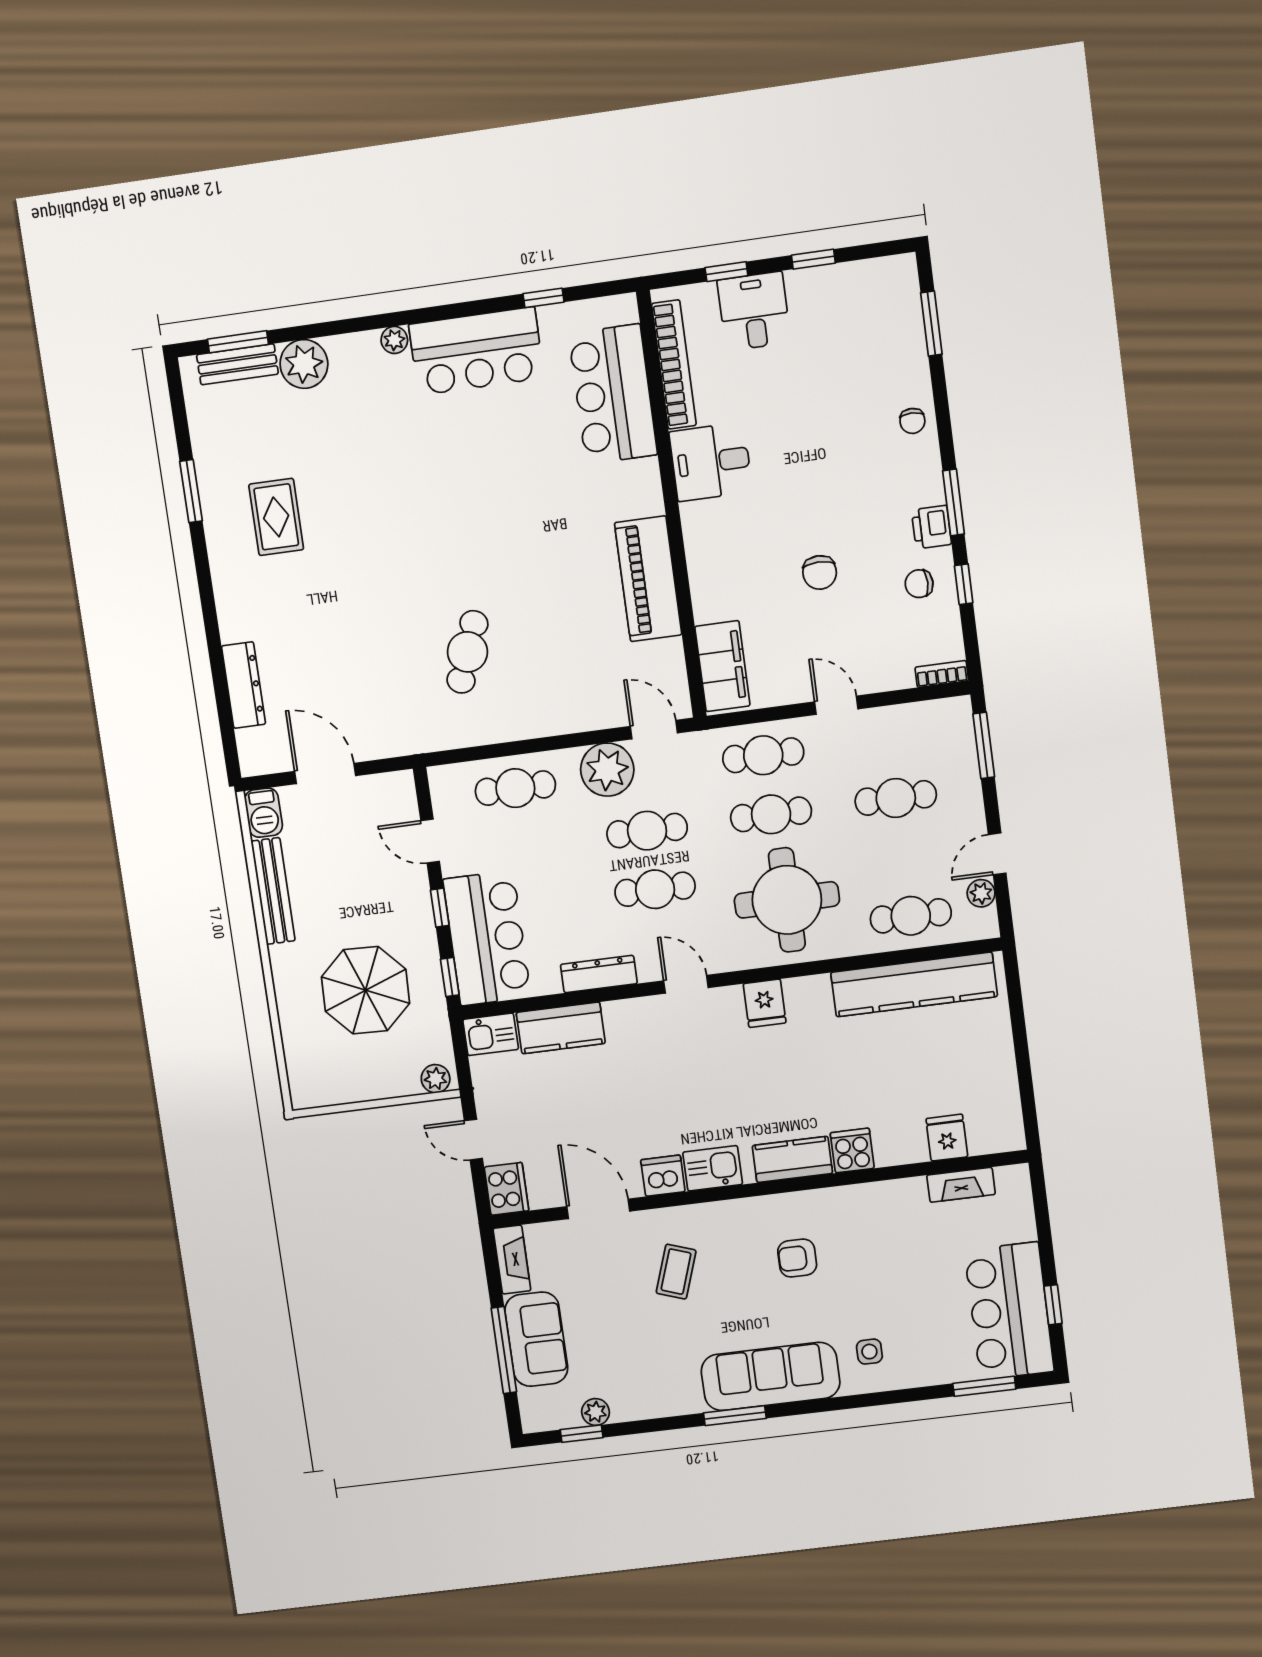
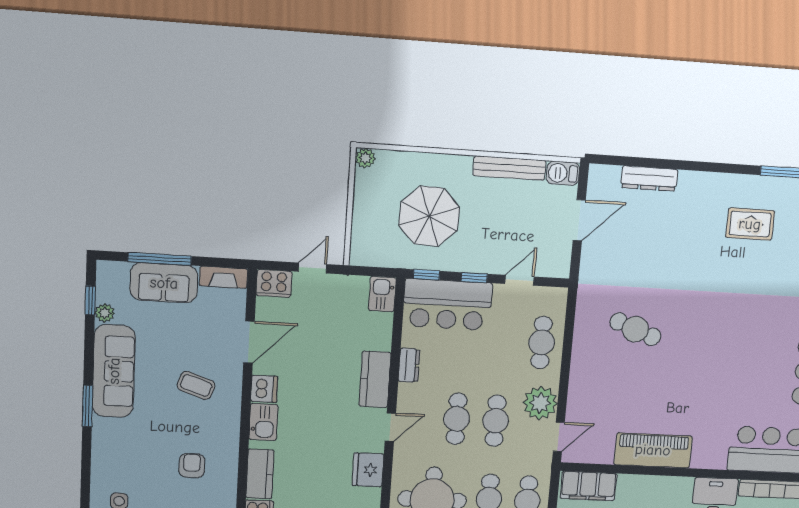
dresser: (599, 974) -> (409, 365), width x0.70
fridge: (765, 1003) -> (368, 470), width x1.38
kitchen counter: (561, 1028) -> (375, 379), moved
plant: (436, 1079) -> (365, 158), moved
sofa: (771, 1376) -> (114, 371), moved

